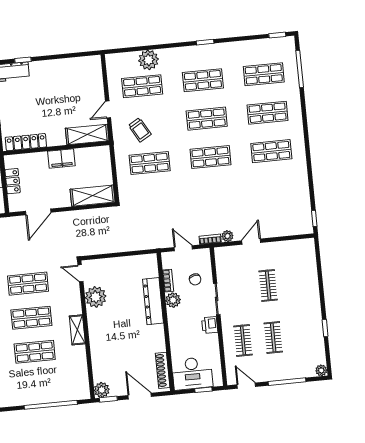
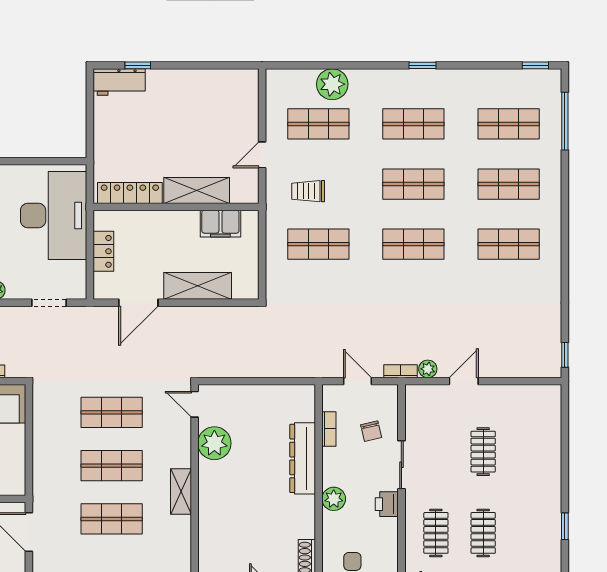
trolley: (140, 130) -> (308, 191), turned 120
shelving: (87, 135) -> (197, 191), moved
filing cabinet: (61, 158) -> (220, 224), moved
shelving: (93, 196) -> (198, 286), moved
plant: (173, 300) -> (334, 499), moved

